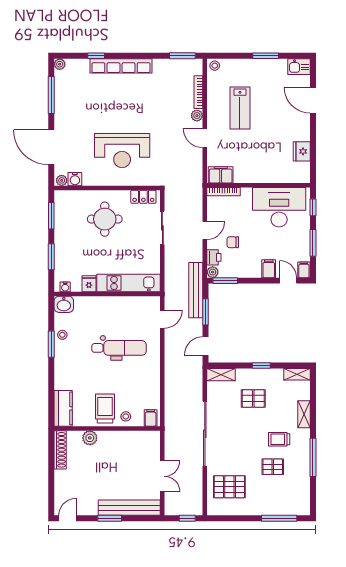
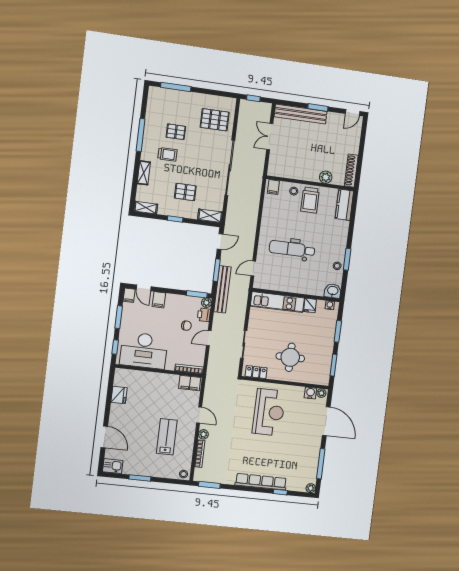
reception desk: (122, 151) -> (269, 412), turned 90

